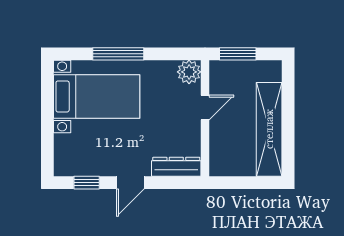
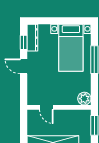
door: (205, 108) -> (46, 107), moved
dresser: (176, 167) -> (32, 38), moved

